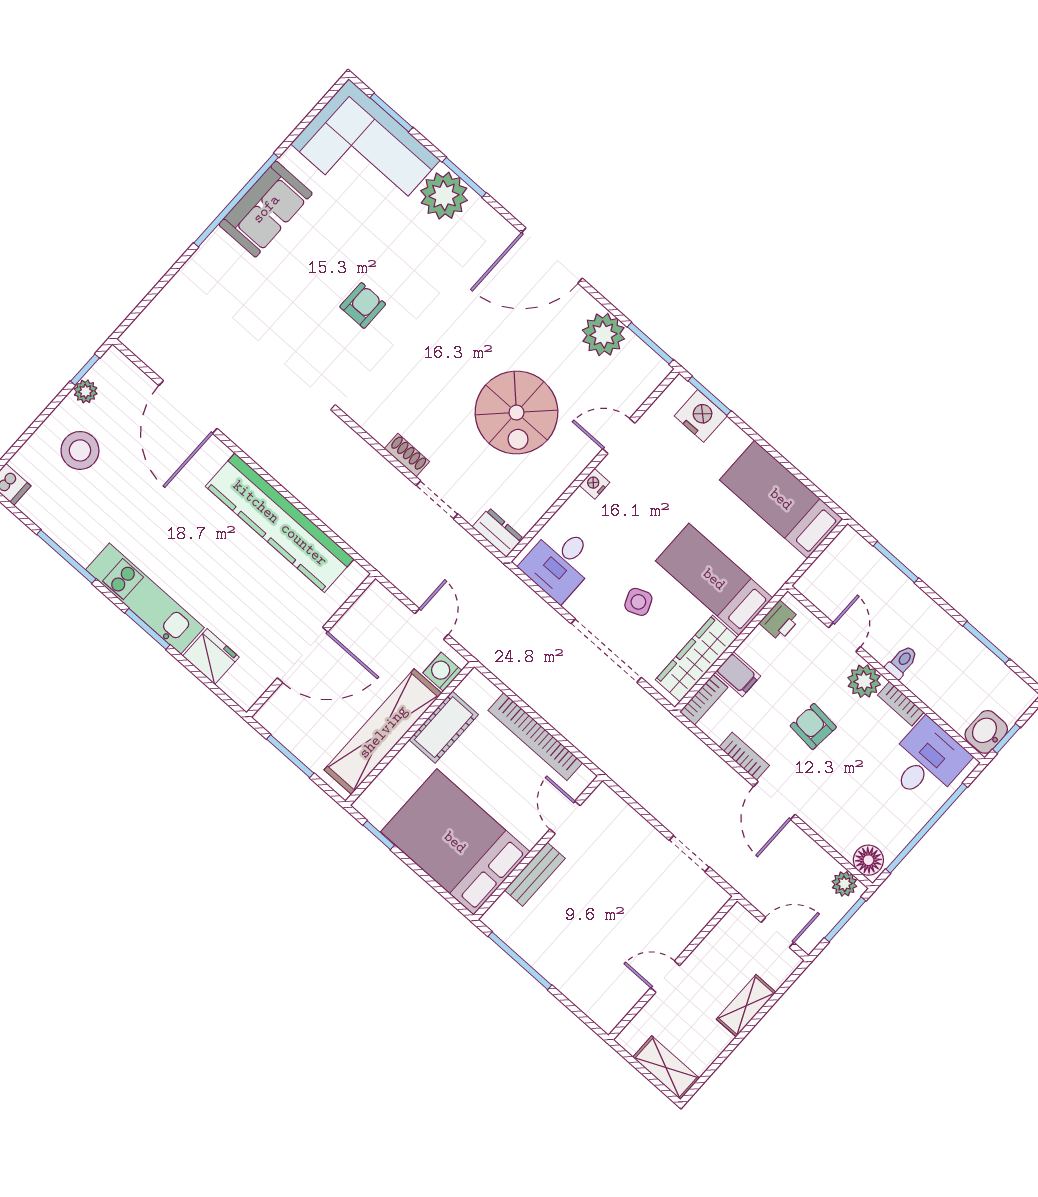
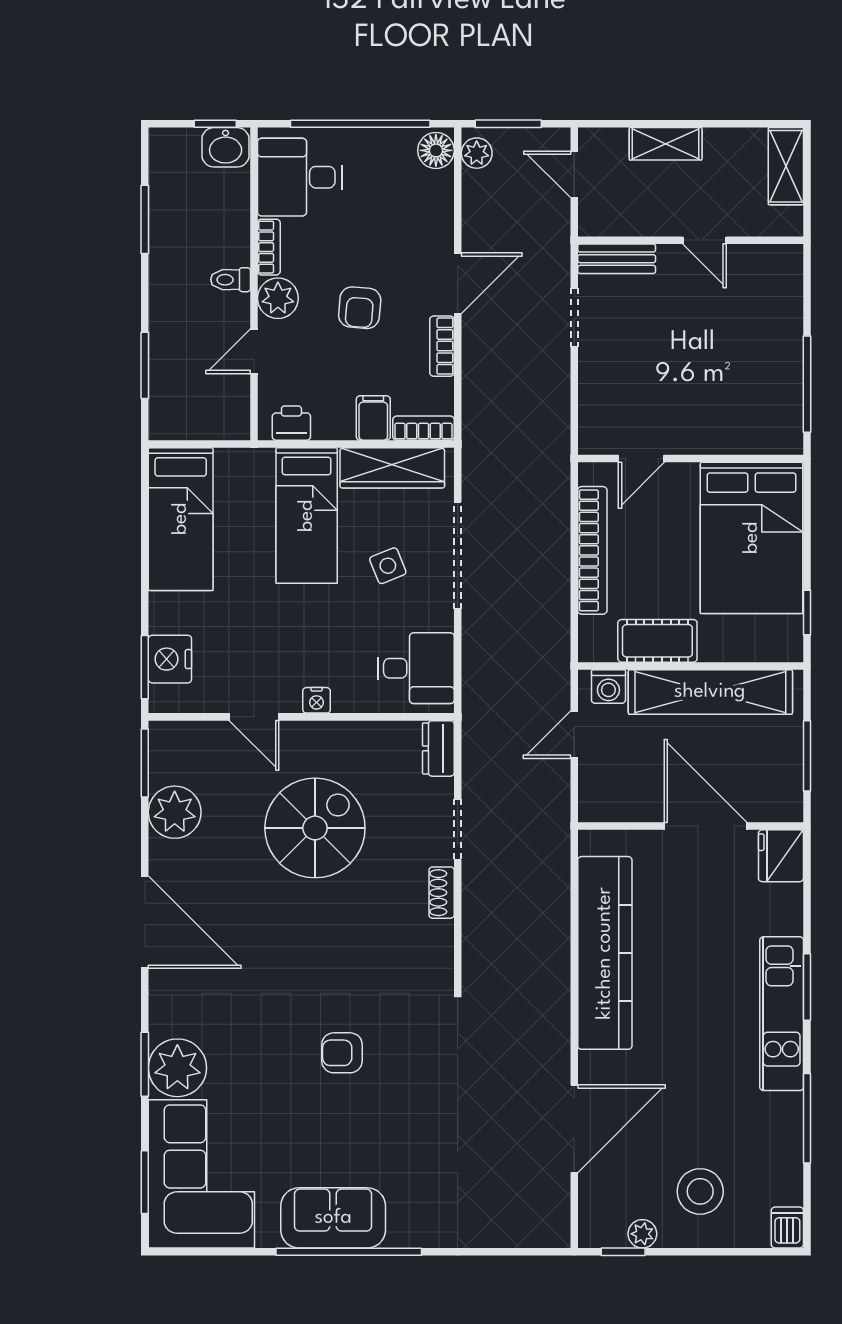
fridge: (211, 657) -> (781, 856), moved
bench: (535, 874) -> (617, 259), moved

